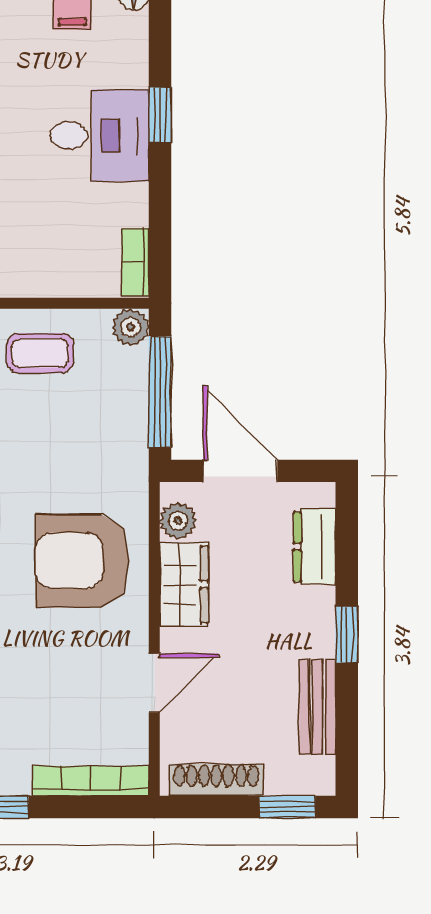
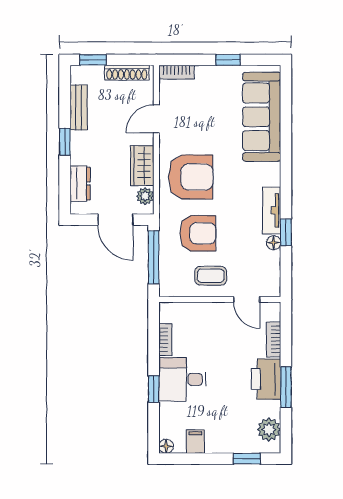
bookcase: (135, 262) -> (165, 340), moved
plant: (130, 327) -> (168, 288), removed
armchair: (67, 442) -> (198, 233), added
bookcase: (91, 781) -> (177, 72), width x0.64

